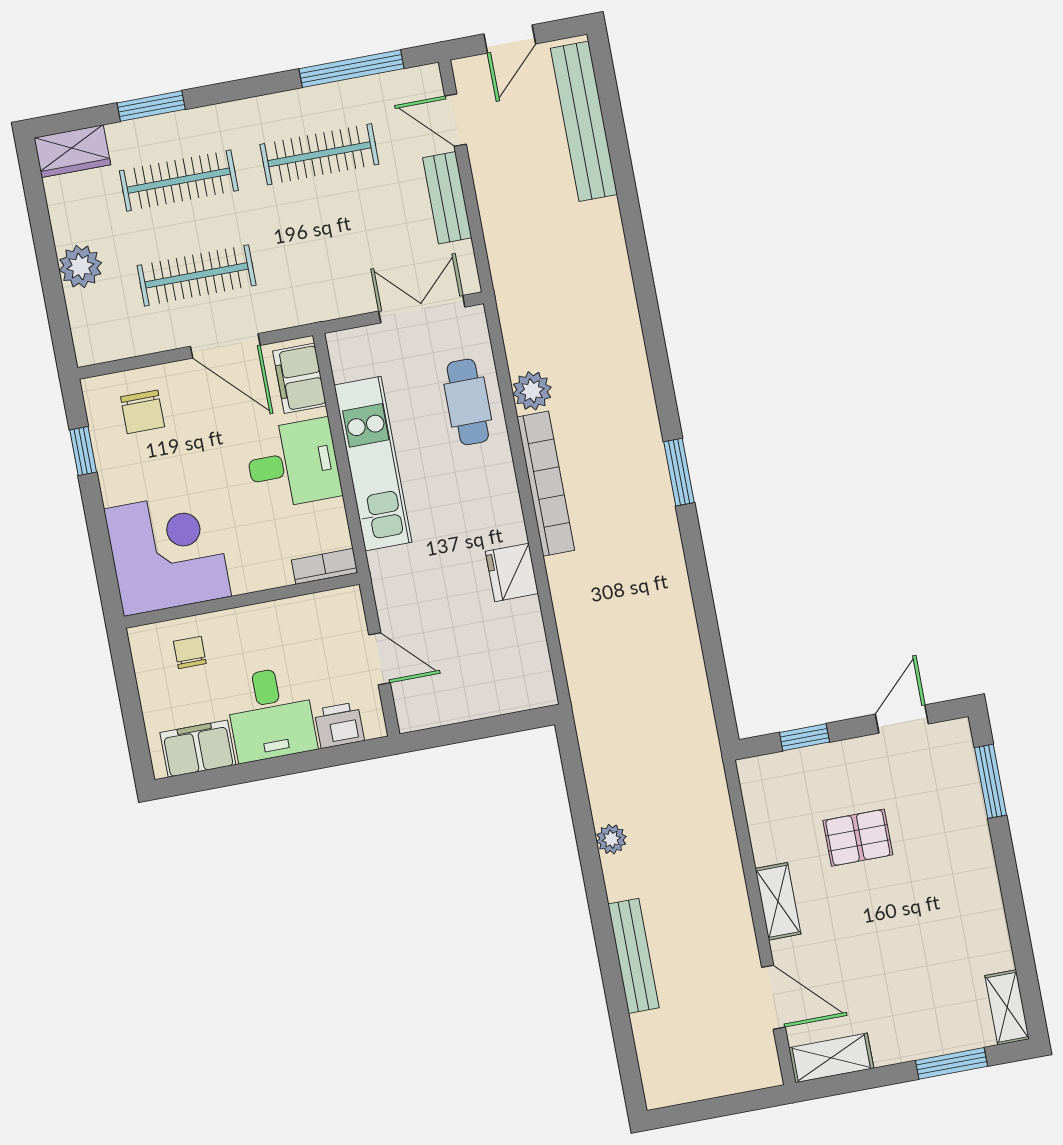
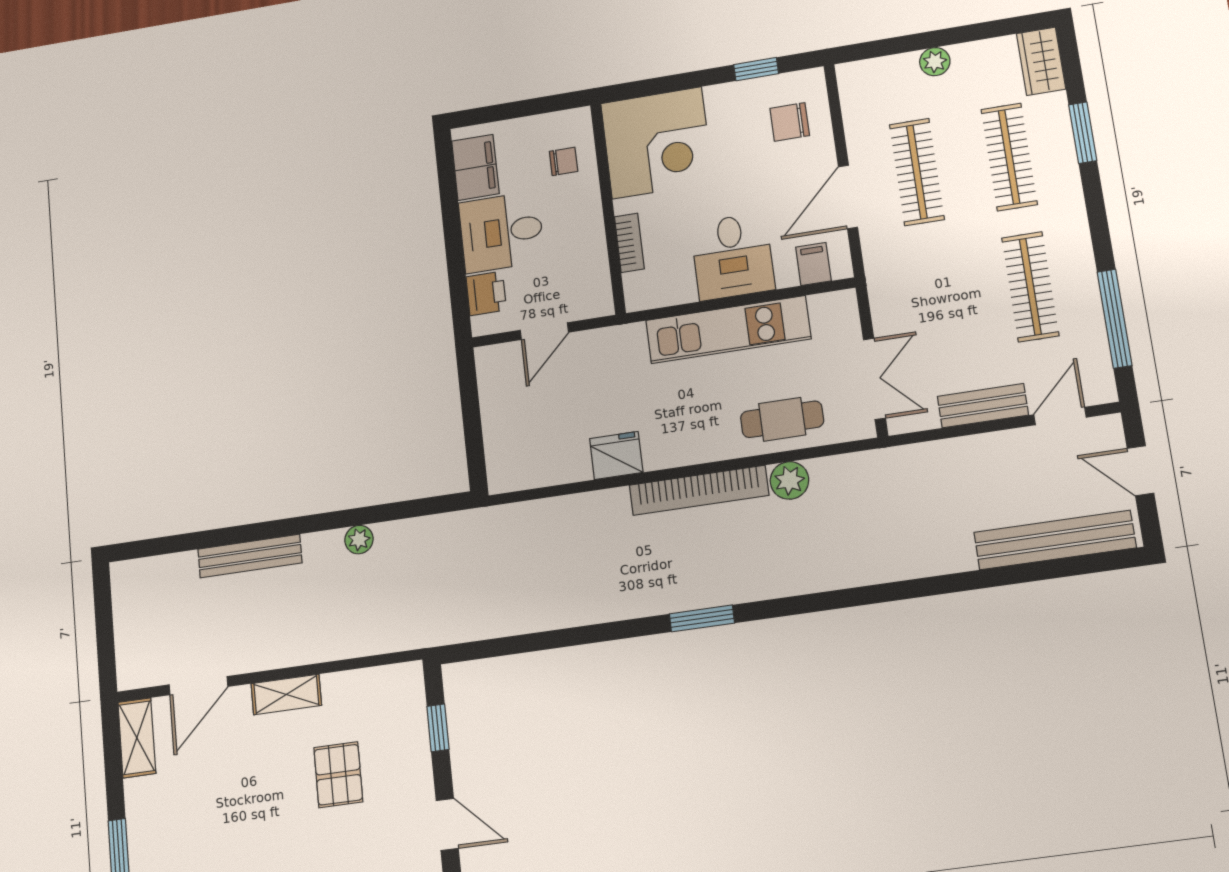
plant: (80, 267) -> (935, 62), width x0.73, depth x0.73
filing cabinet: (300, 378) -> (813, 264), width x0.50
bookcase: (325, 566) -> (629, 243), moved

